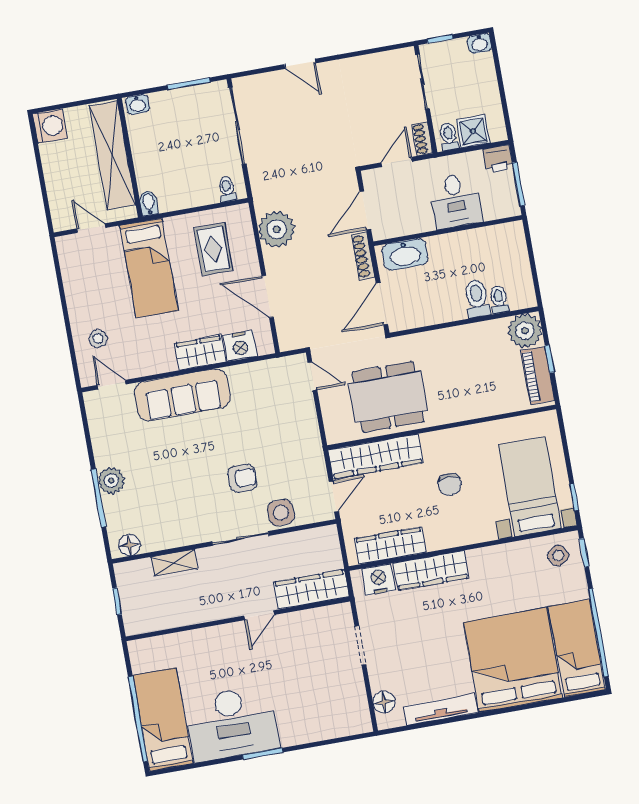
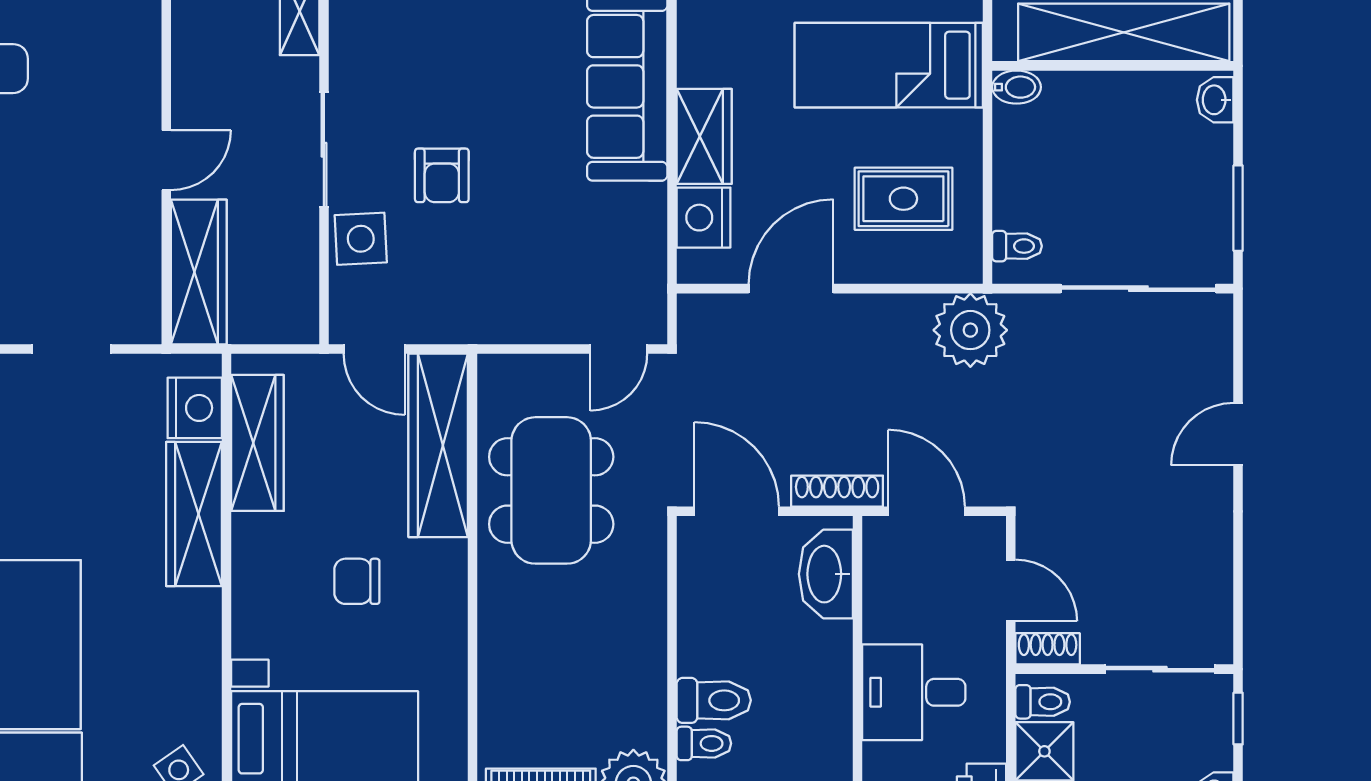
plant: (277, 229) -> (970, 330), moved
door: (259, 615) -> (166, 160), swing flipped

